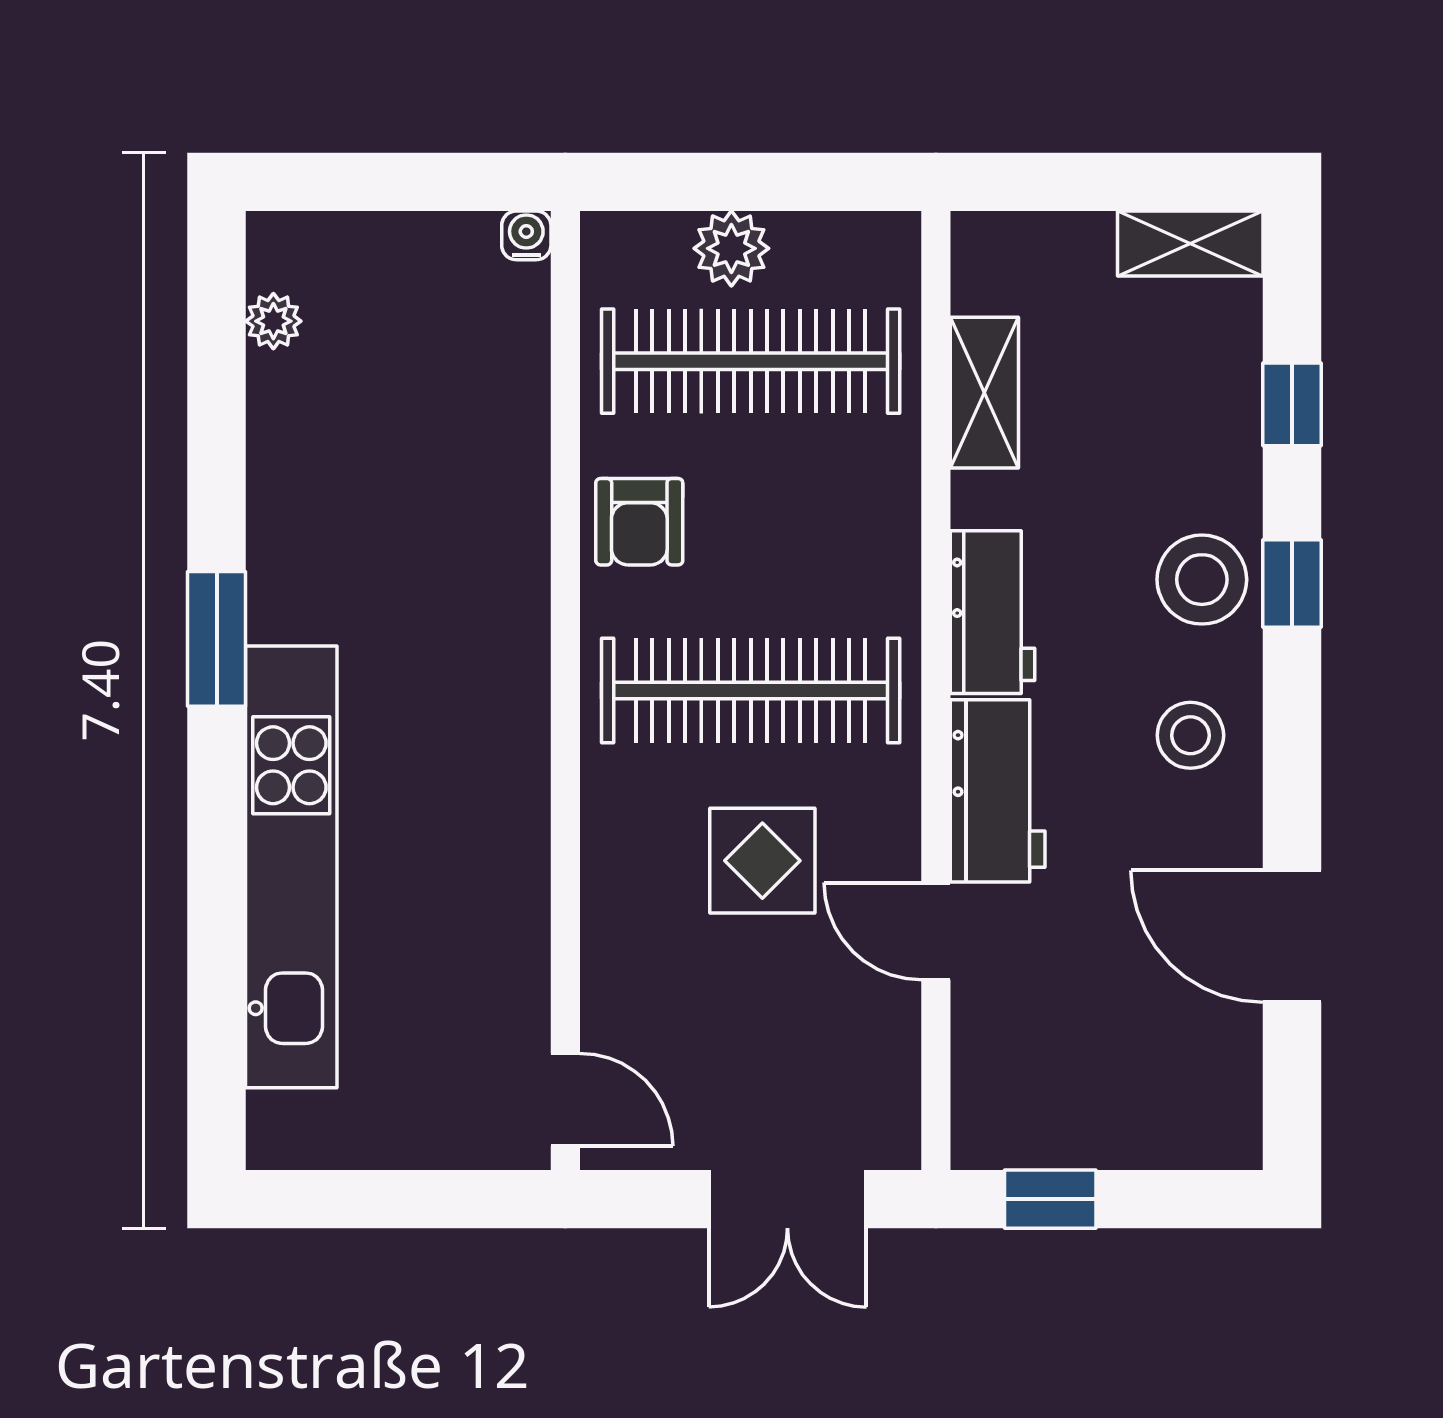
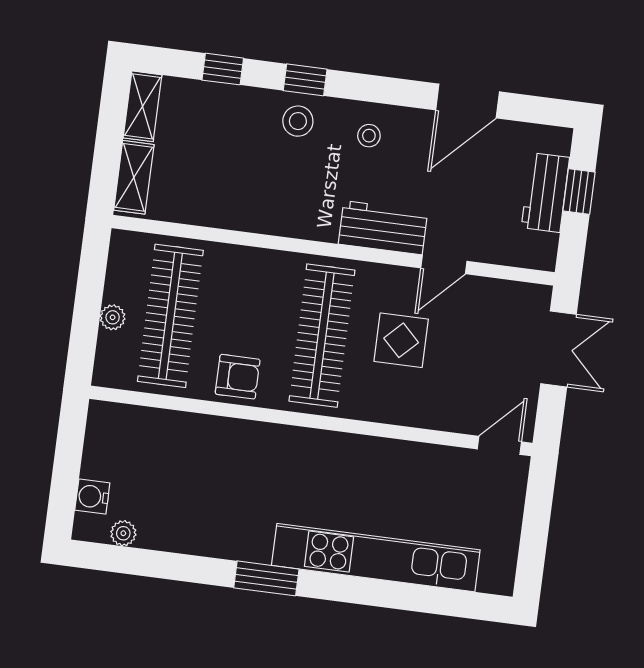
water cooler: (526, 235) -> (92, 497), moved, width x1.38, depth x1.38
plant: (731, 248) -> (113, 317), width x0.73, depth x0.73
shelving: (984, 393) -> (134, 177), moved, turned 90
stool: (1202, 580) -> (298, 121), width x0.73, depth x0.73
workbench: (993, 612) -> (545, 193), moved, turned -90
stool: (1190, 735) -> (369, 136), width x0.73, depth x0.73
window: (1050, 1199) -> (579, 191), moved

